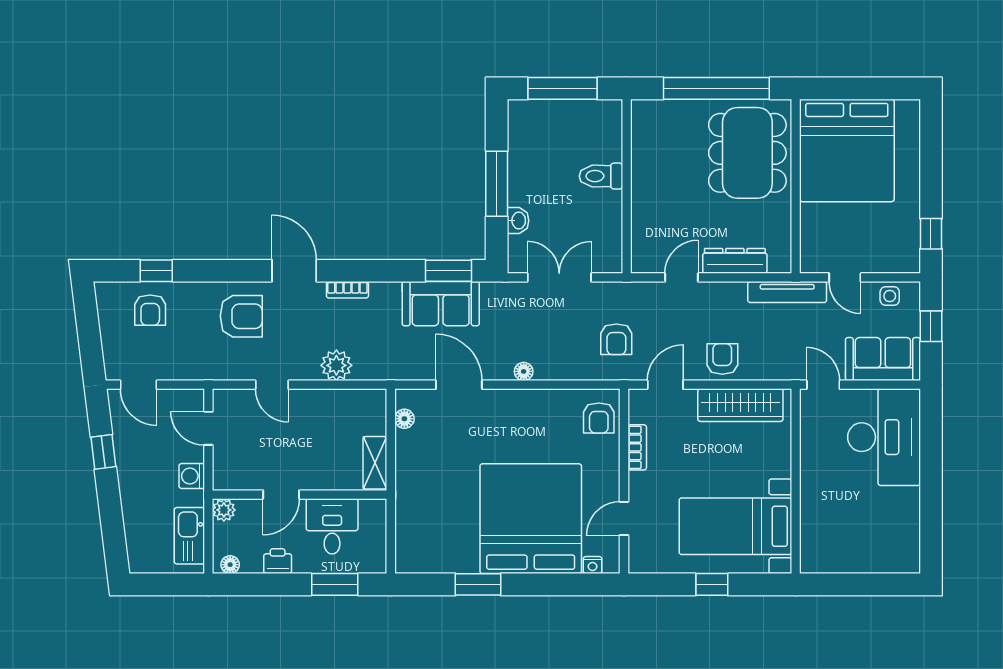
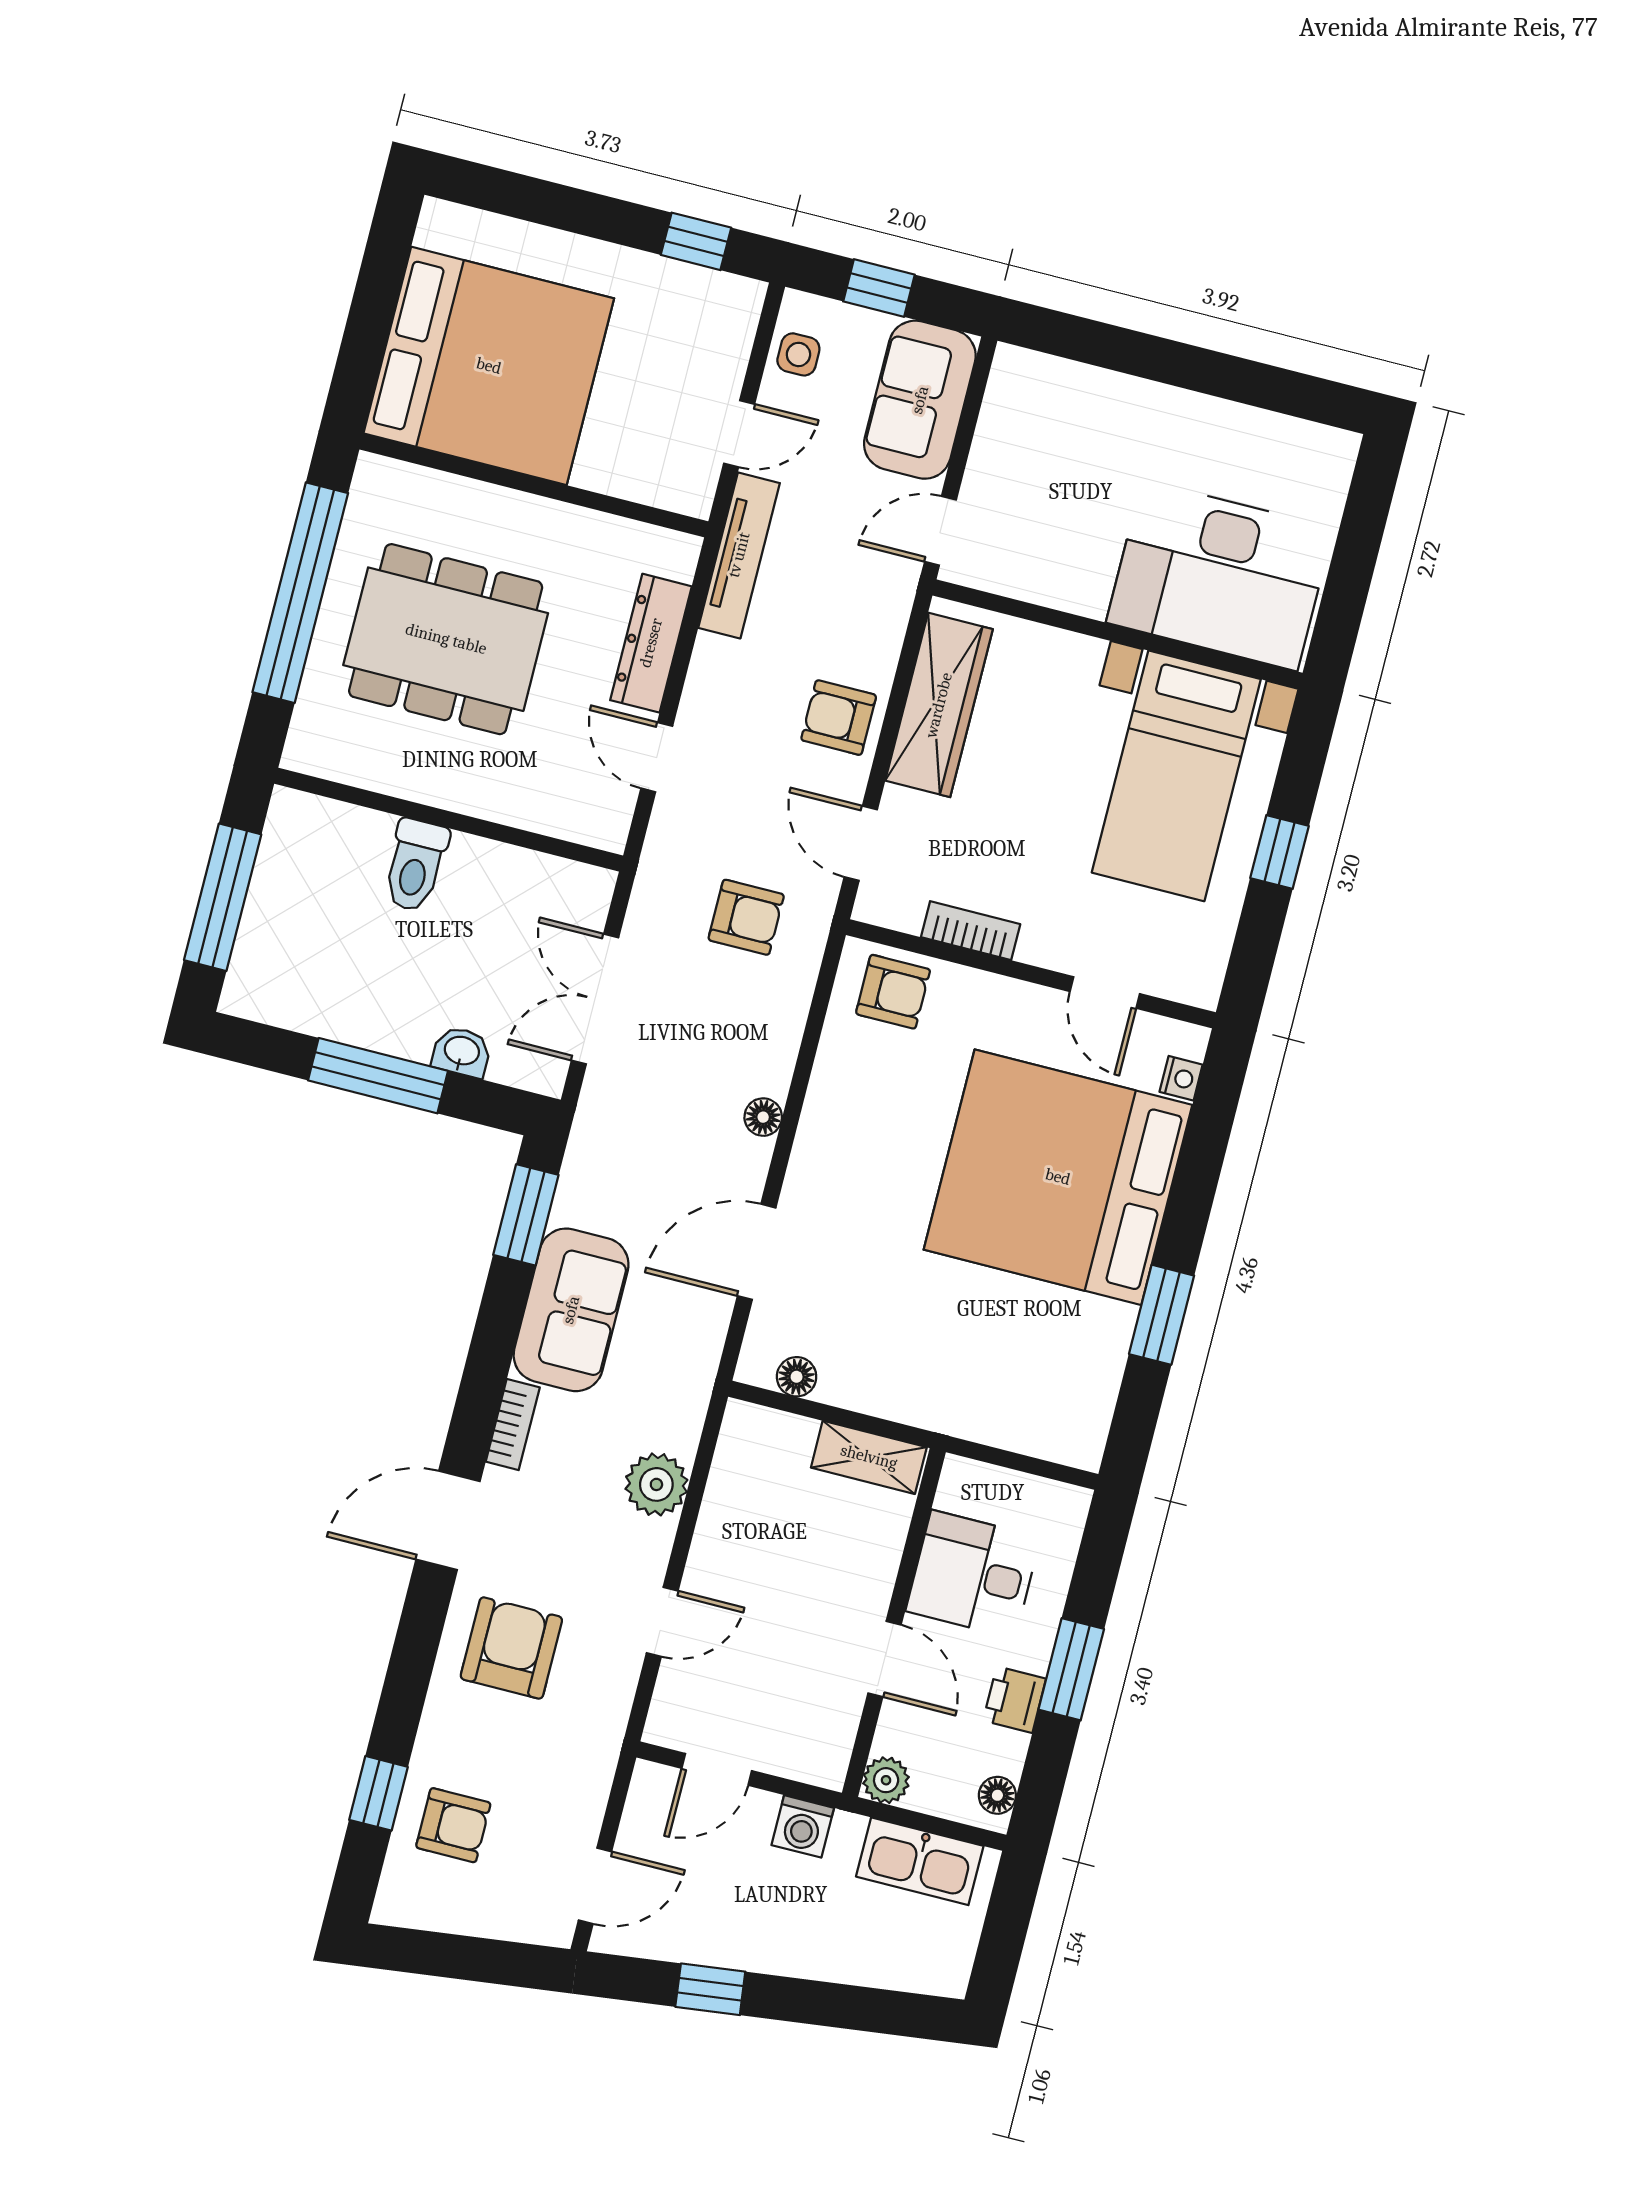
dining table: (747, 153) -> (446, 639), moved
sofa: (441, 304) -> (571, 1310), moved
desk: (884, 437) -> (1220, 575), moved, turned 180
window: (335, 584) -> (1071, 1669), moved

